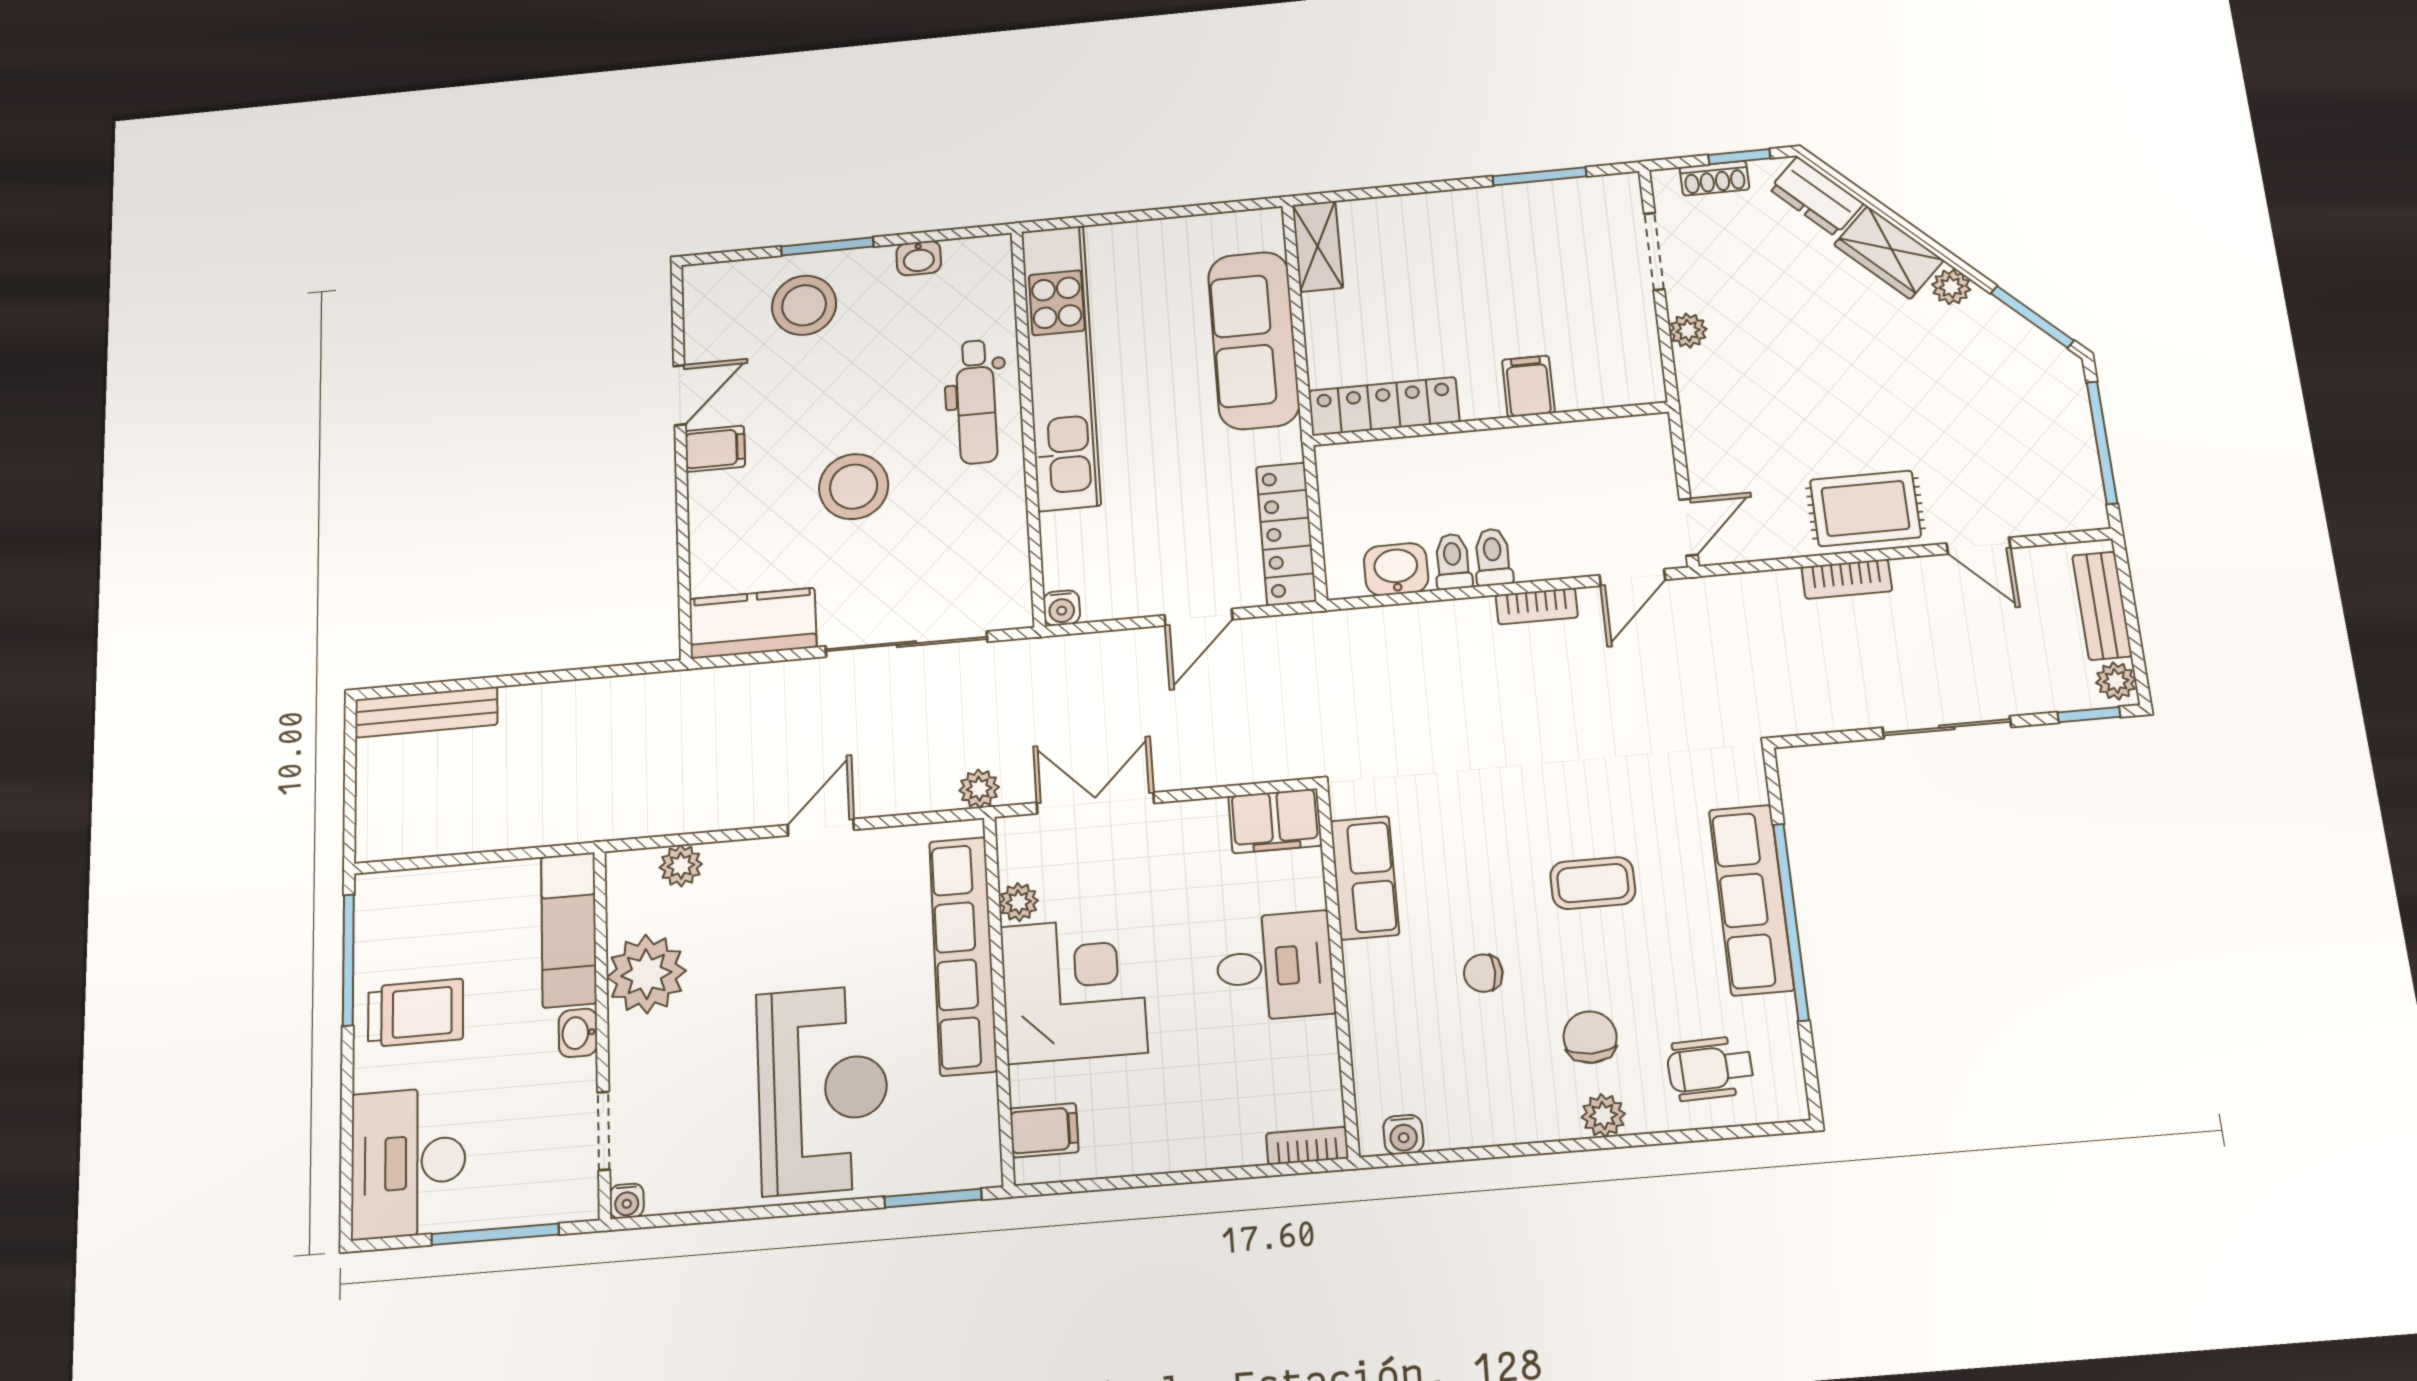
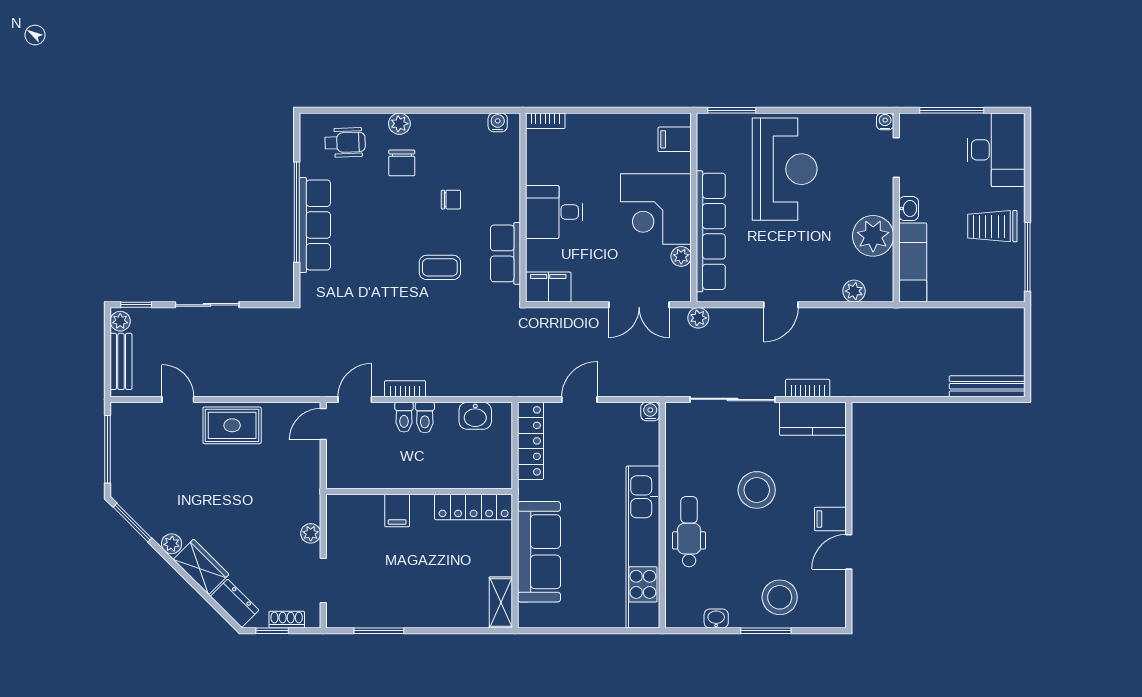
toilet: (1453, 562) -> (404, 417), moved
bookcase: (1847, 579) -> (808, 388), moved
coffee table: (1593, 883) -> (440, 267), moved
reception desk: (823, 1090) -> (785, 169), turned 180

